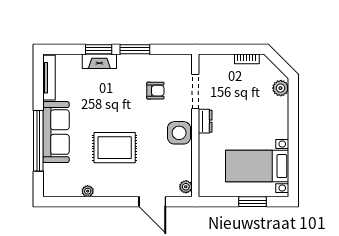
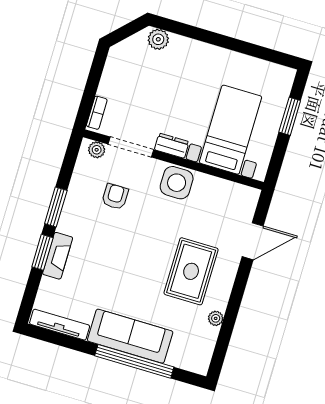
bookcase: (247, 59) -> (97, 113), moved
rug: (115, 148) -> (191, 271), moved
bed with nightstands: (257, 166) -> (231, 130), moved, turned 180
plant: (186, 187) -> (97, 150), moved

